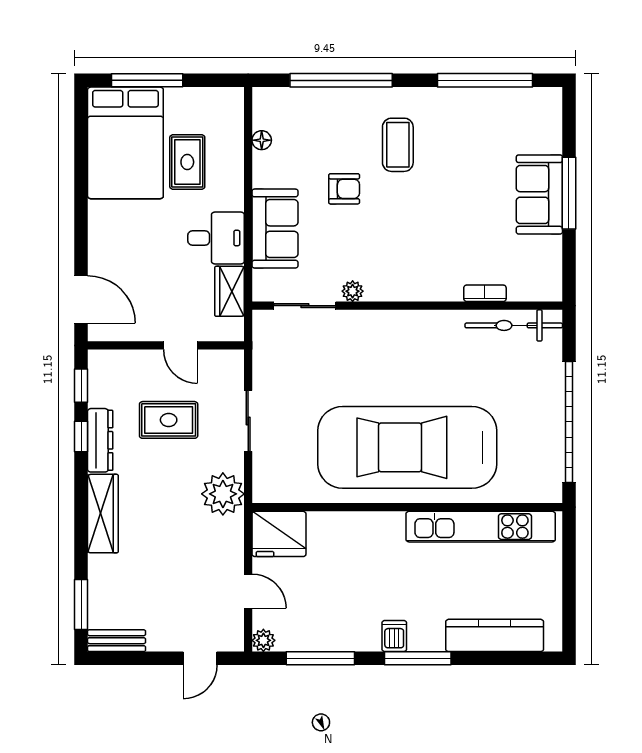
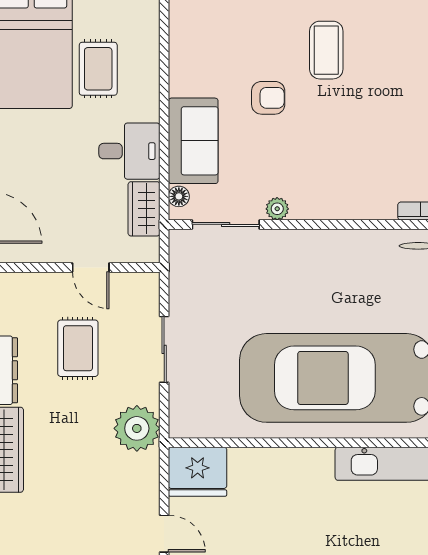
floor lamp: (262, 140) -> (179, 196), moved
rug: (169, 420) -> (78, 348), turned 90

